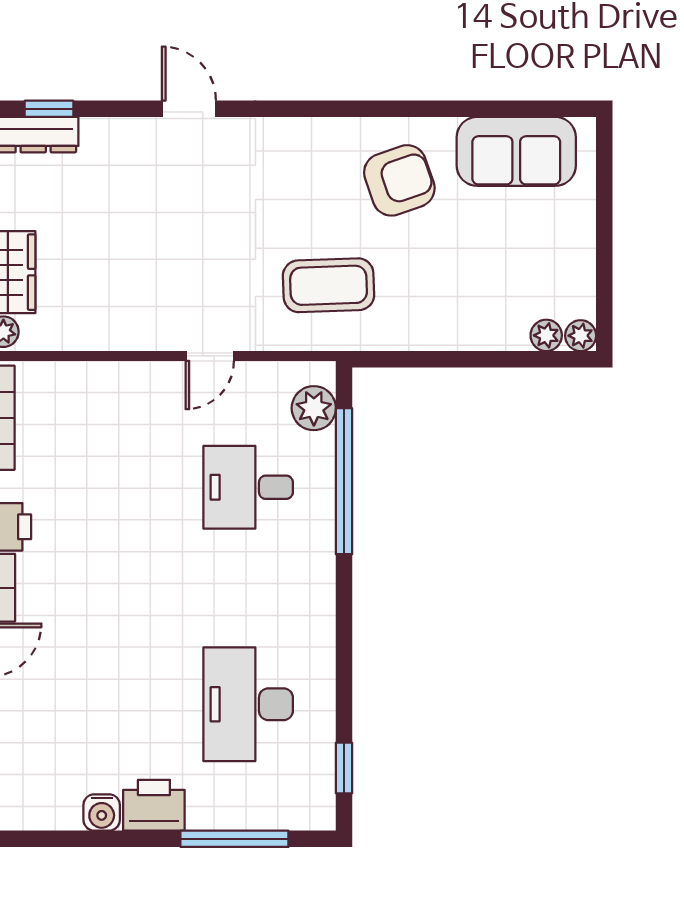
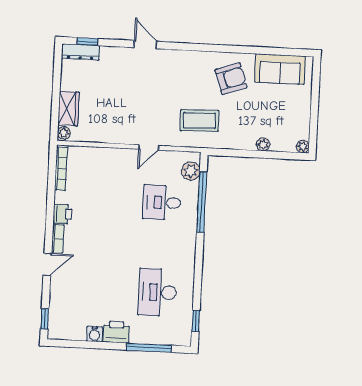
plant: (546, 335) -> (263, 145), moved

